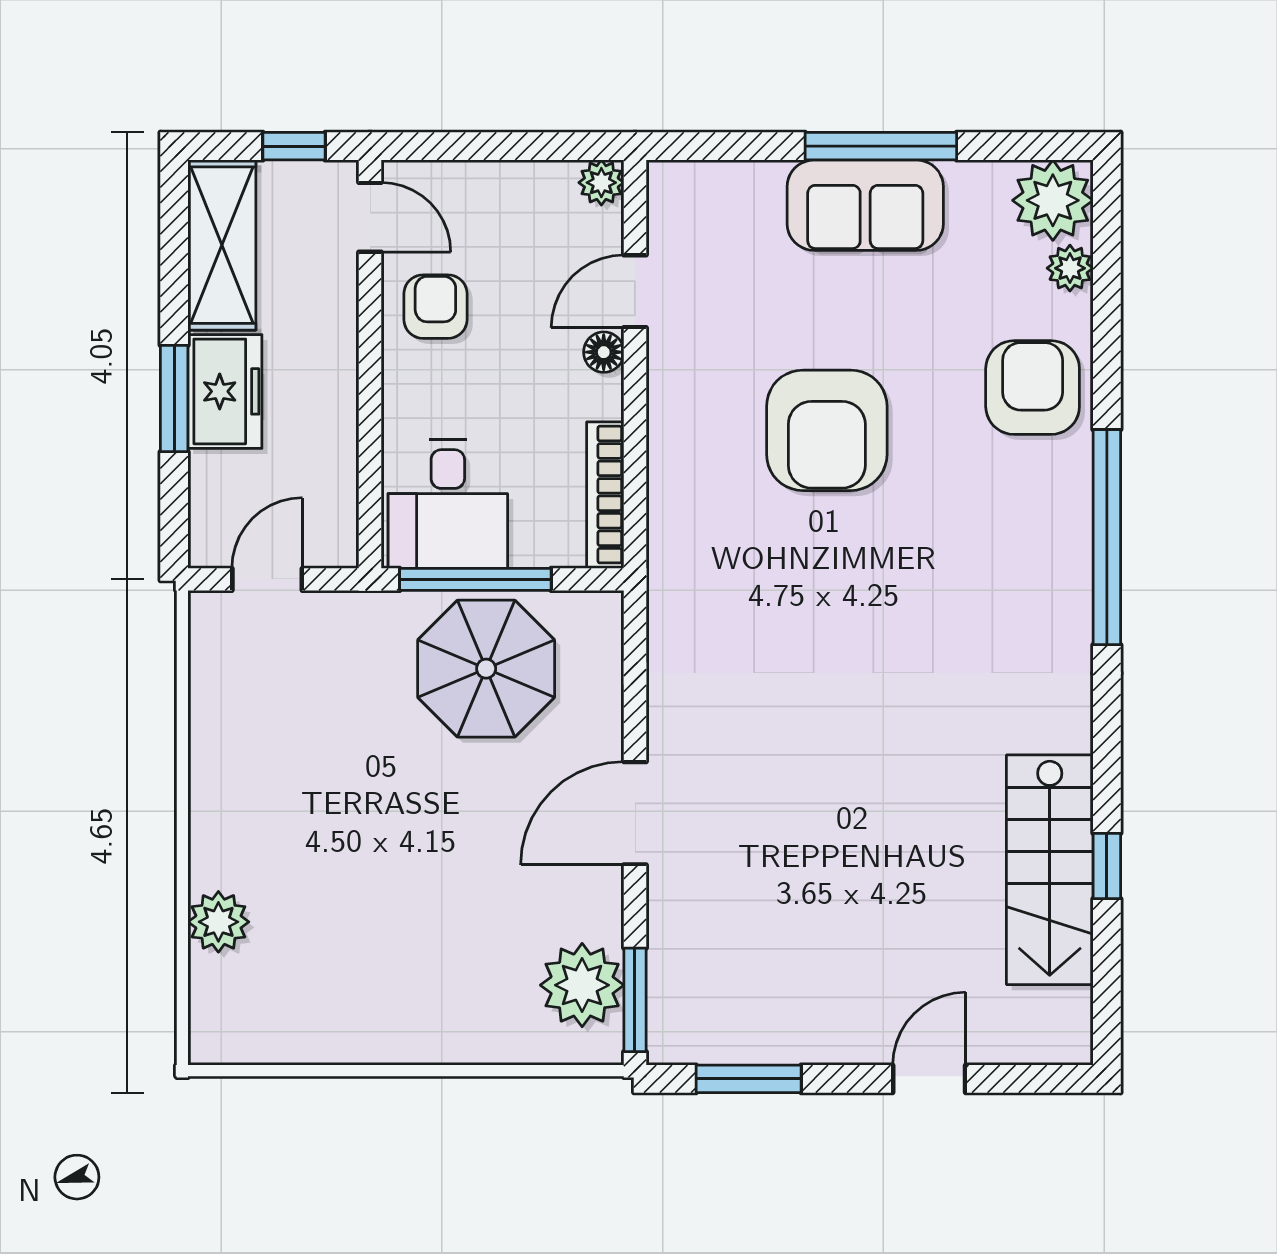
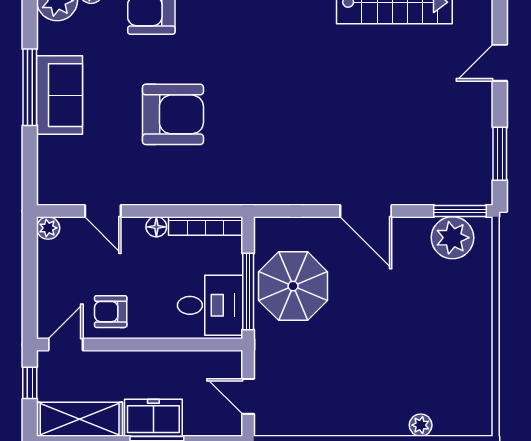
floor lamp: (604, 352) -> (156, 227), moved
plant: (218, 922) -> (421, 425), width x0.73, depth x0.73
door: (929, 1079) -> (500, 63), hinge flipped

